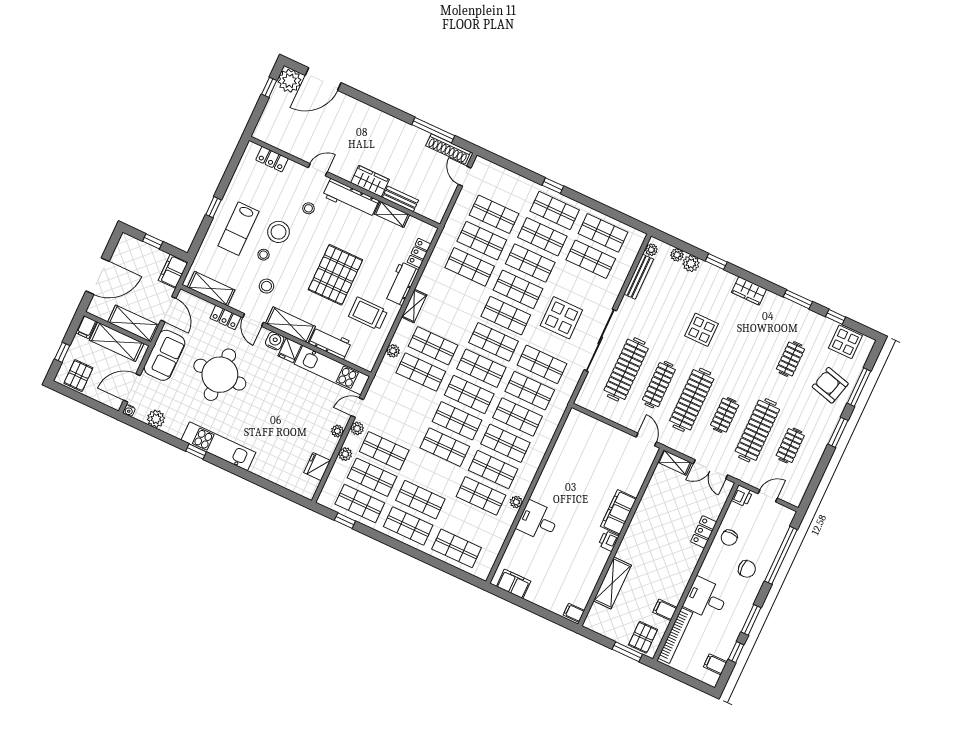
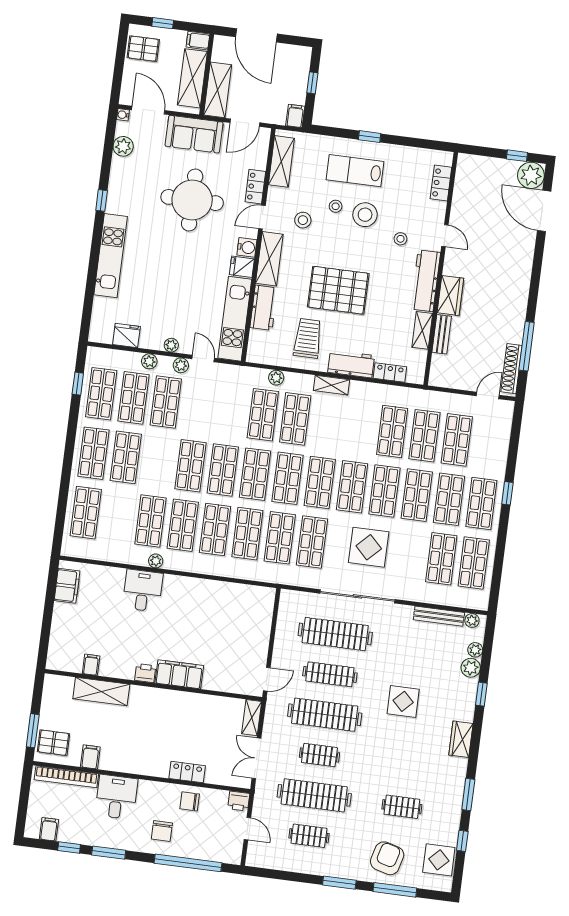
filing cabinet: (173, 271) -> (295, 116), width x0.50
kitchen unit: (218, 446) -> (111, 256), moved
filing cabinet: (574, 613) -> (91, 665), moved

